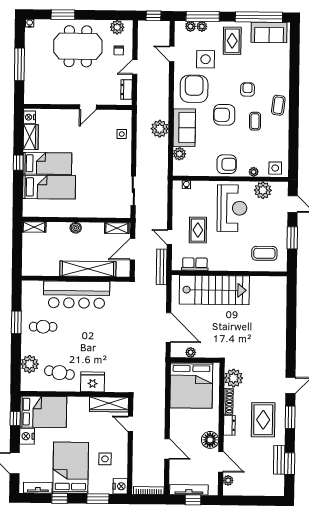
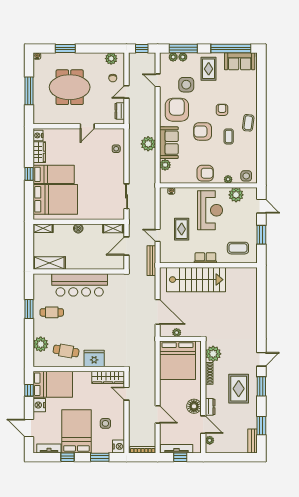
meeting table: (78, 46) -> (70, 87), moved
bed: (49, 187) -> (55, 199), width x1.50
row of seats: (195, 264) -> (205, 258), moved
shelving: (88, 269) -> (49, 263), moved, width x0.68
dresser: (229, 425) -> (210, 407), moved
bench: (279, 460) -> (253, 441), moved

